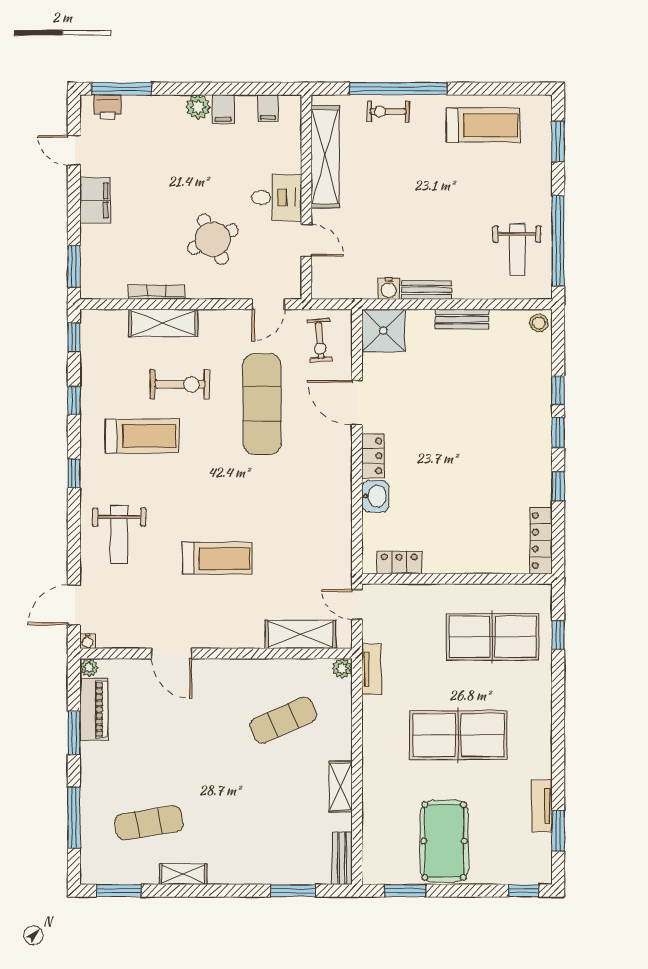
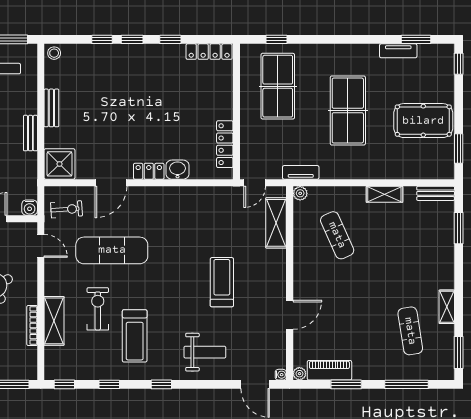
water cooler: (389, 289) -> (30, 208), moved, turned 90
treadmill: (142, 436) -> (135, 336), turned 180
locker: (399, 563) -> (225, 144), width x1.53

